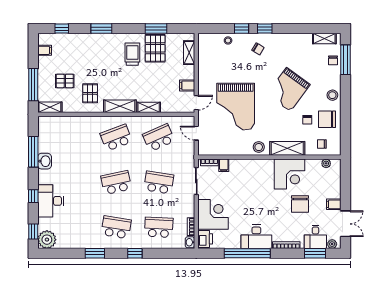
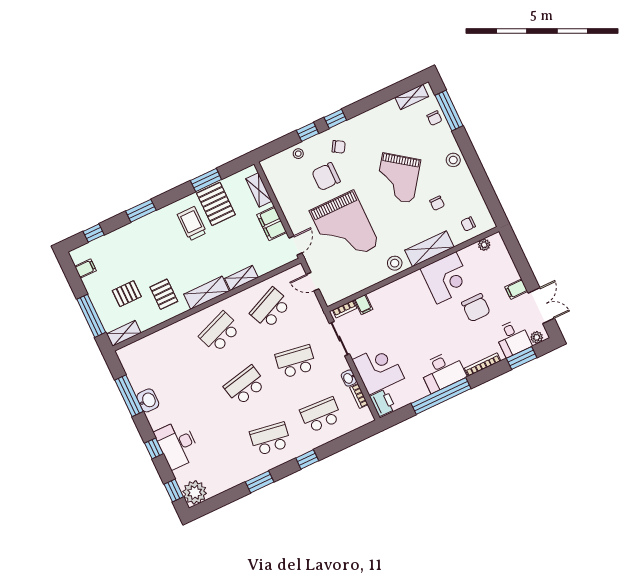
filing cabinet: (187, 85) -> (272, 224), width x2.00
chair: (327, 119) -> (326, 177), moved
washbasin: (190, 242) -> (349, 378), moved

